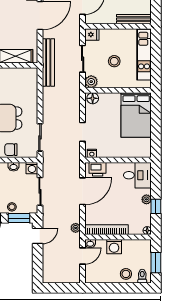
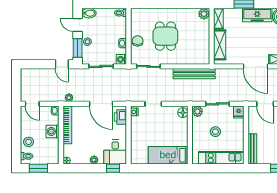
bench: (48, 62) -> (194, 74), moved
bed: (136, 115) -> (168, 155), width x0.67
window: (156, 206) -> (113, 168), moved
door: (83, 256) -> (32, 104), moved

